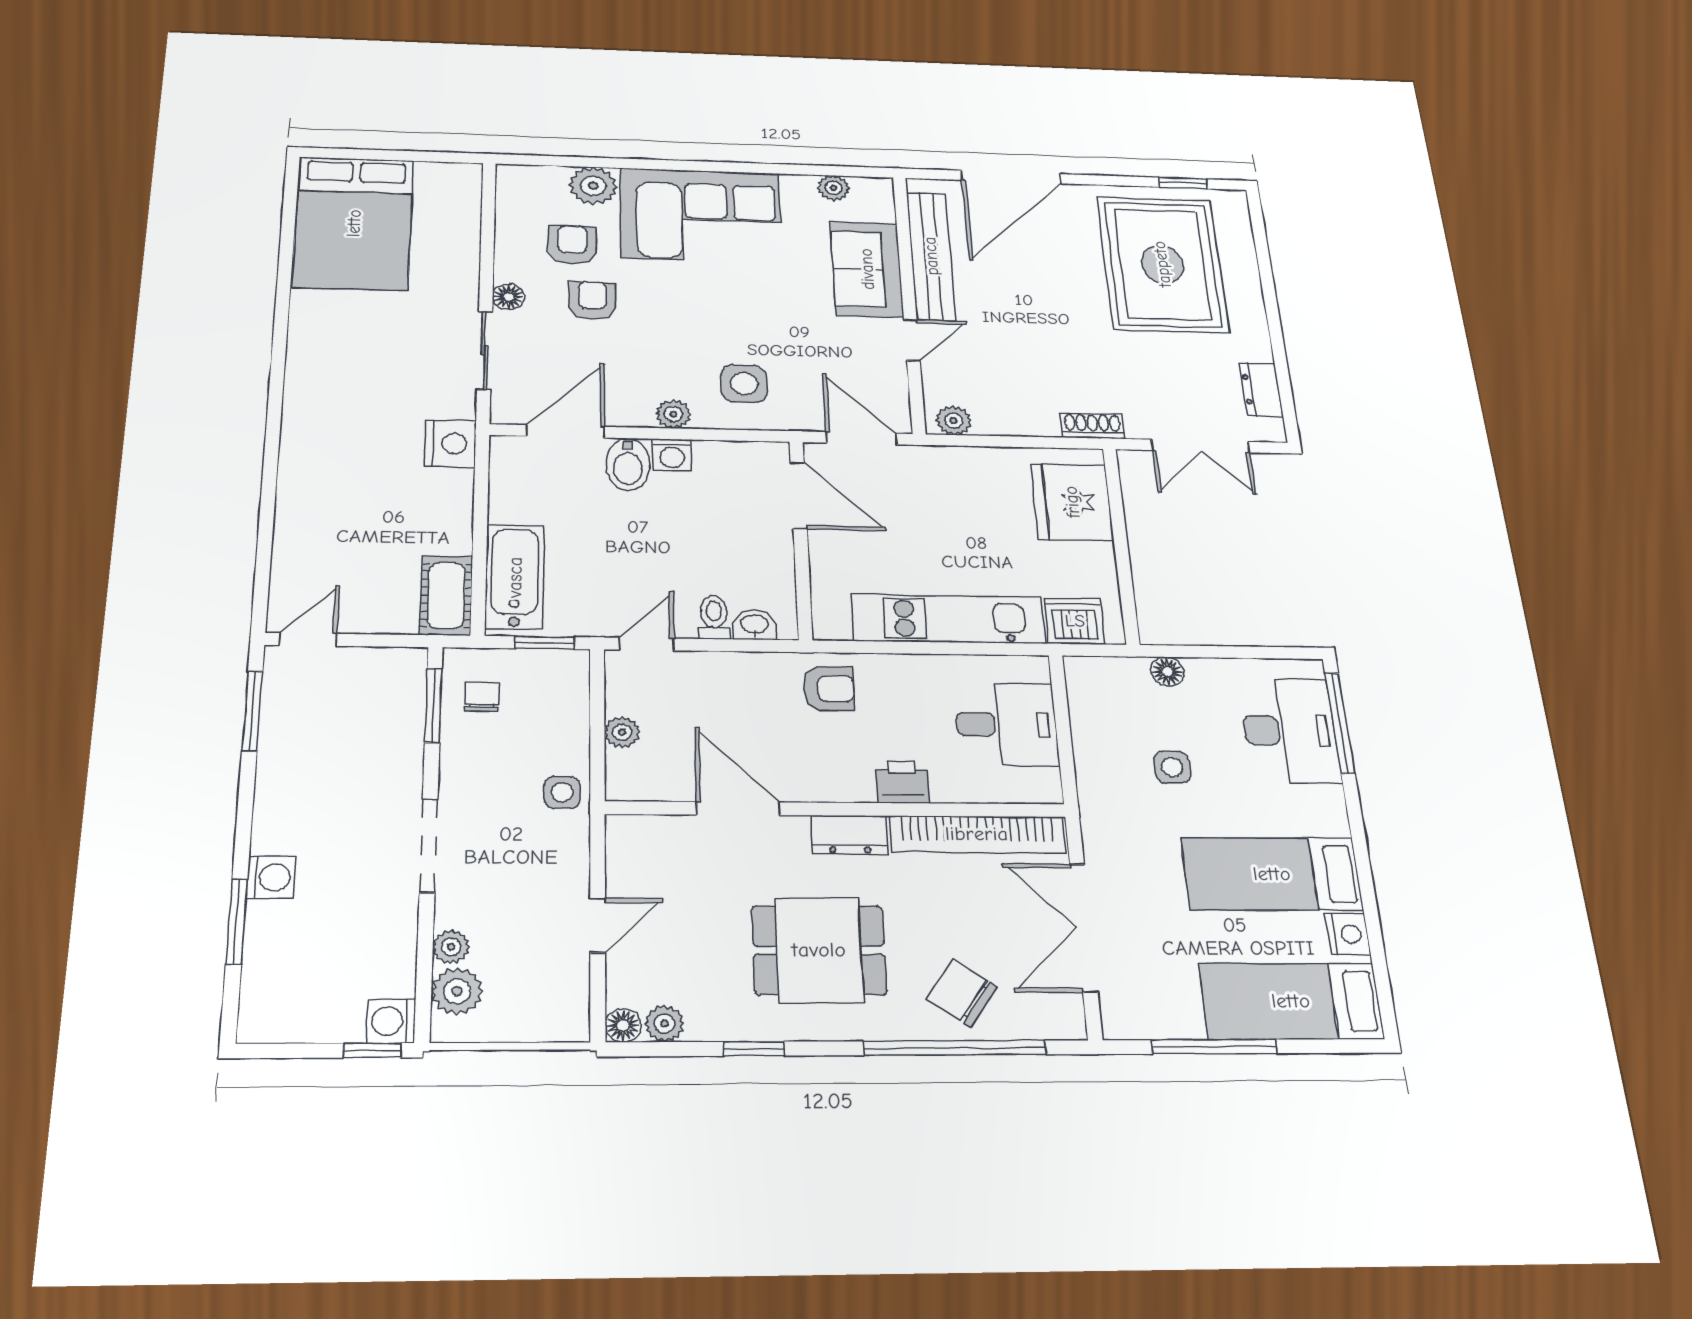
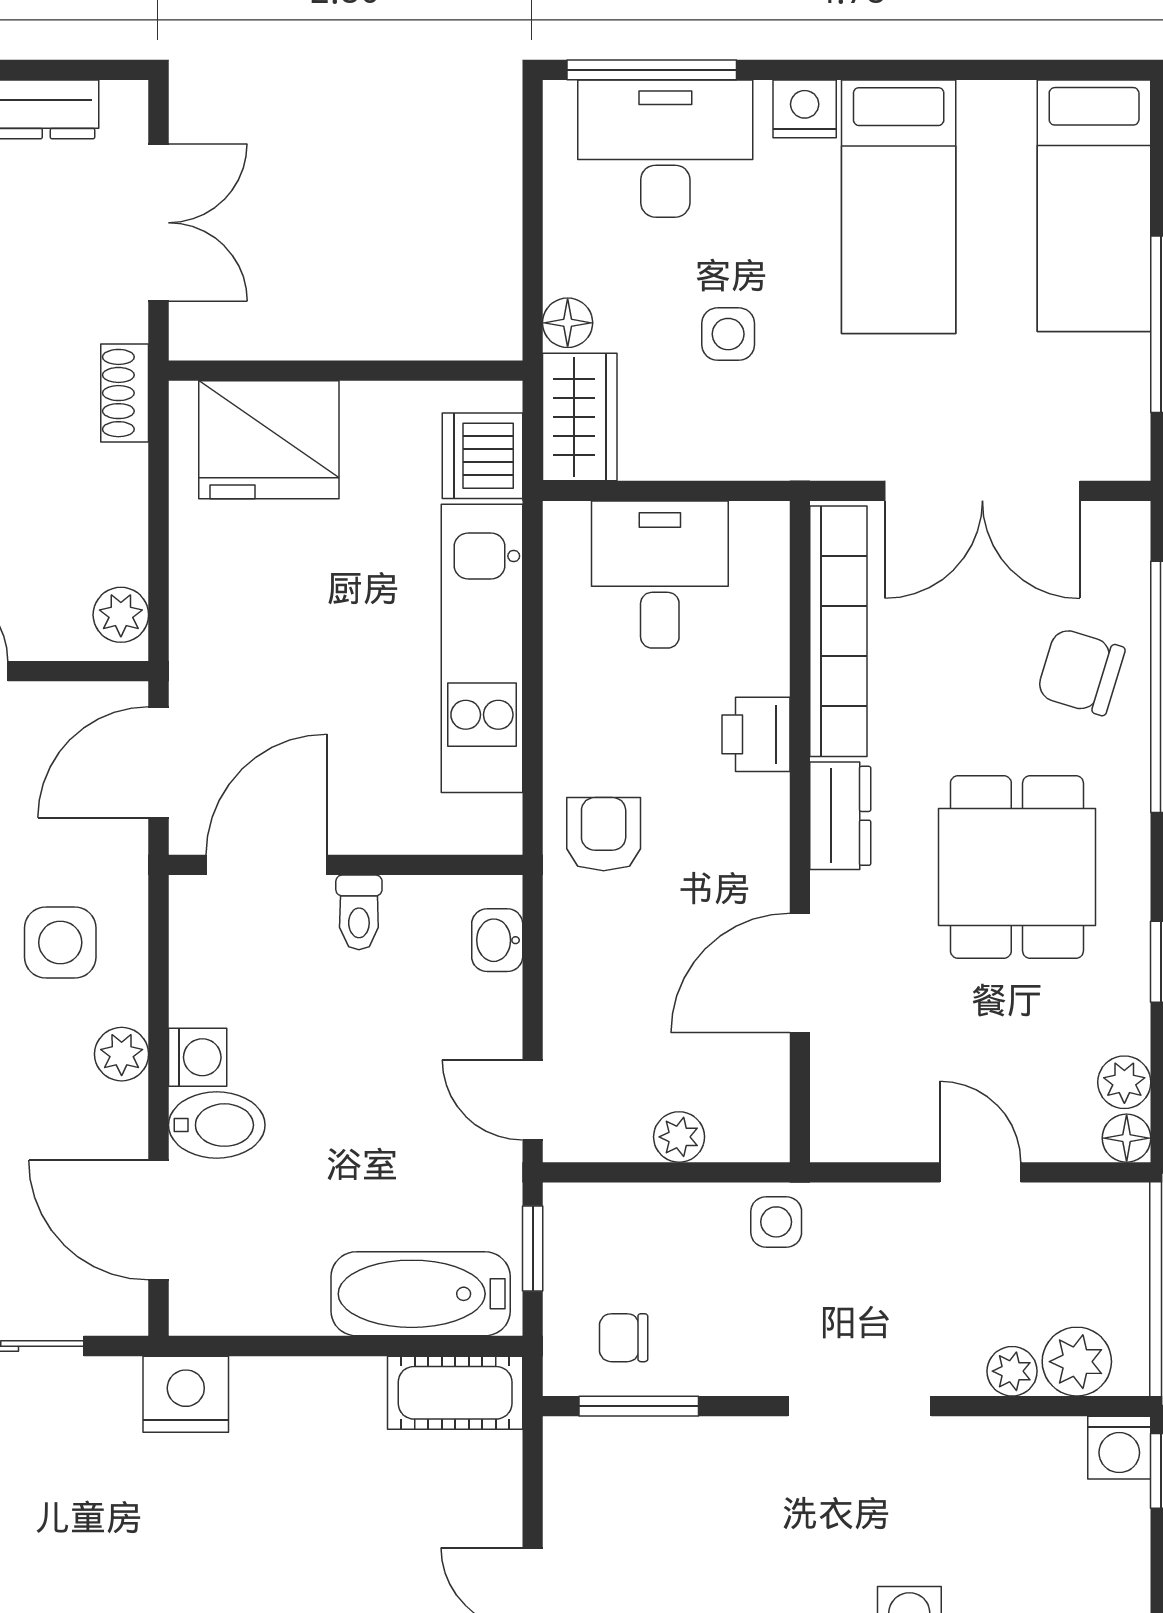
toilet: (714, 617) -> (359, 912), moved, turned -90
wardrobe: (1107, 678) -> (580, 417), added
nightstand: (1348, 934) -> (805, 109), moved
chair: (962, 993) -> (1081, 672), turned 72

